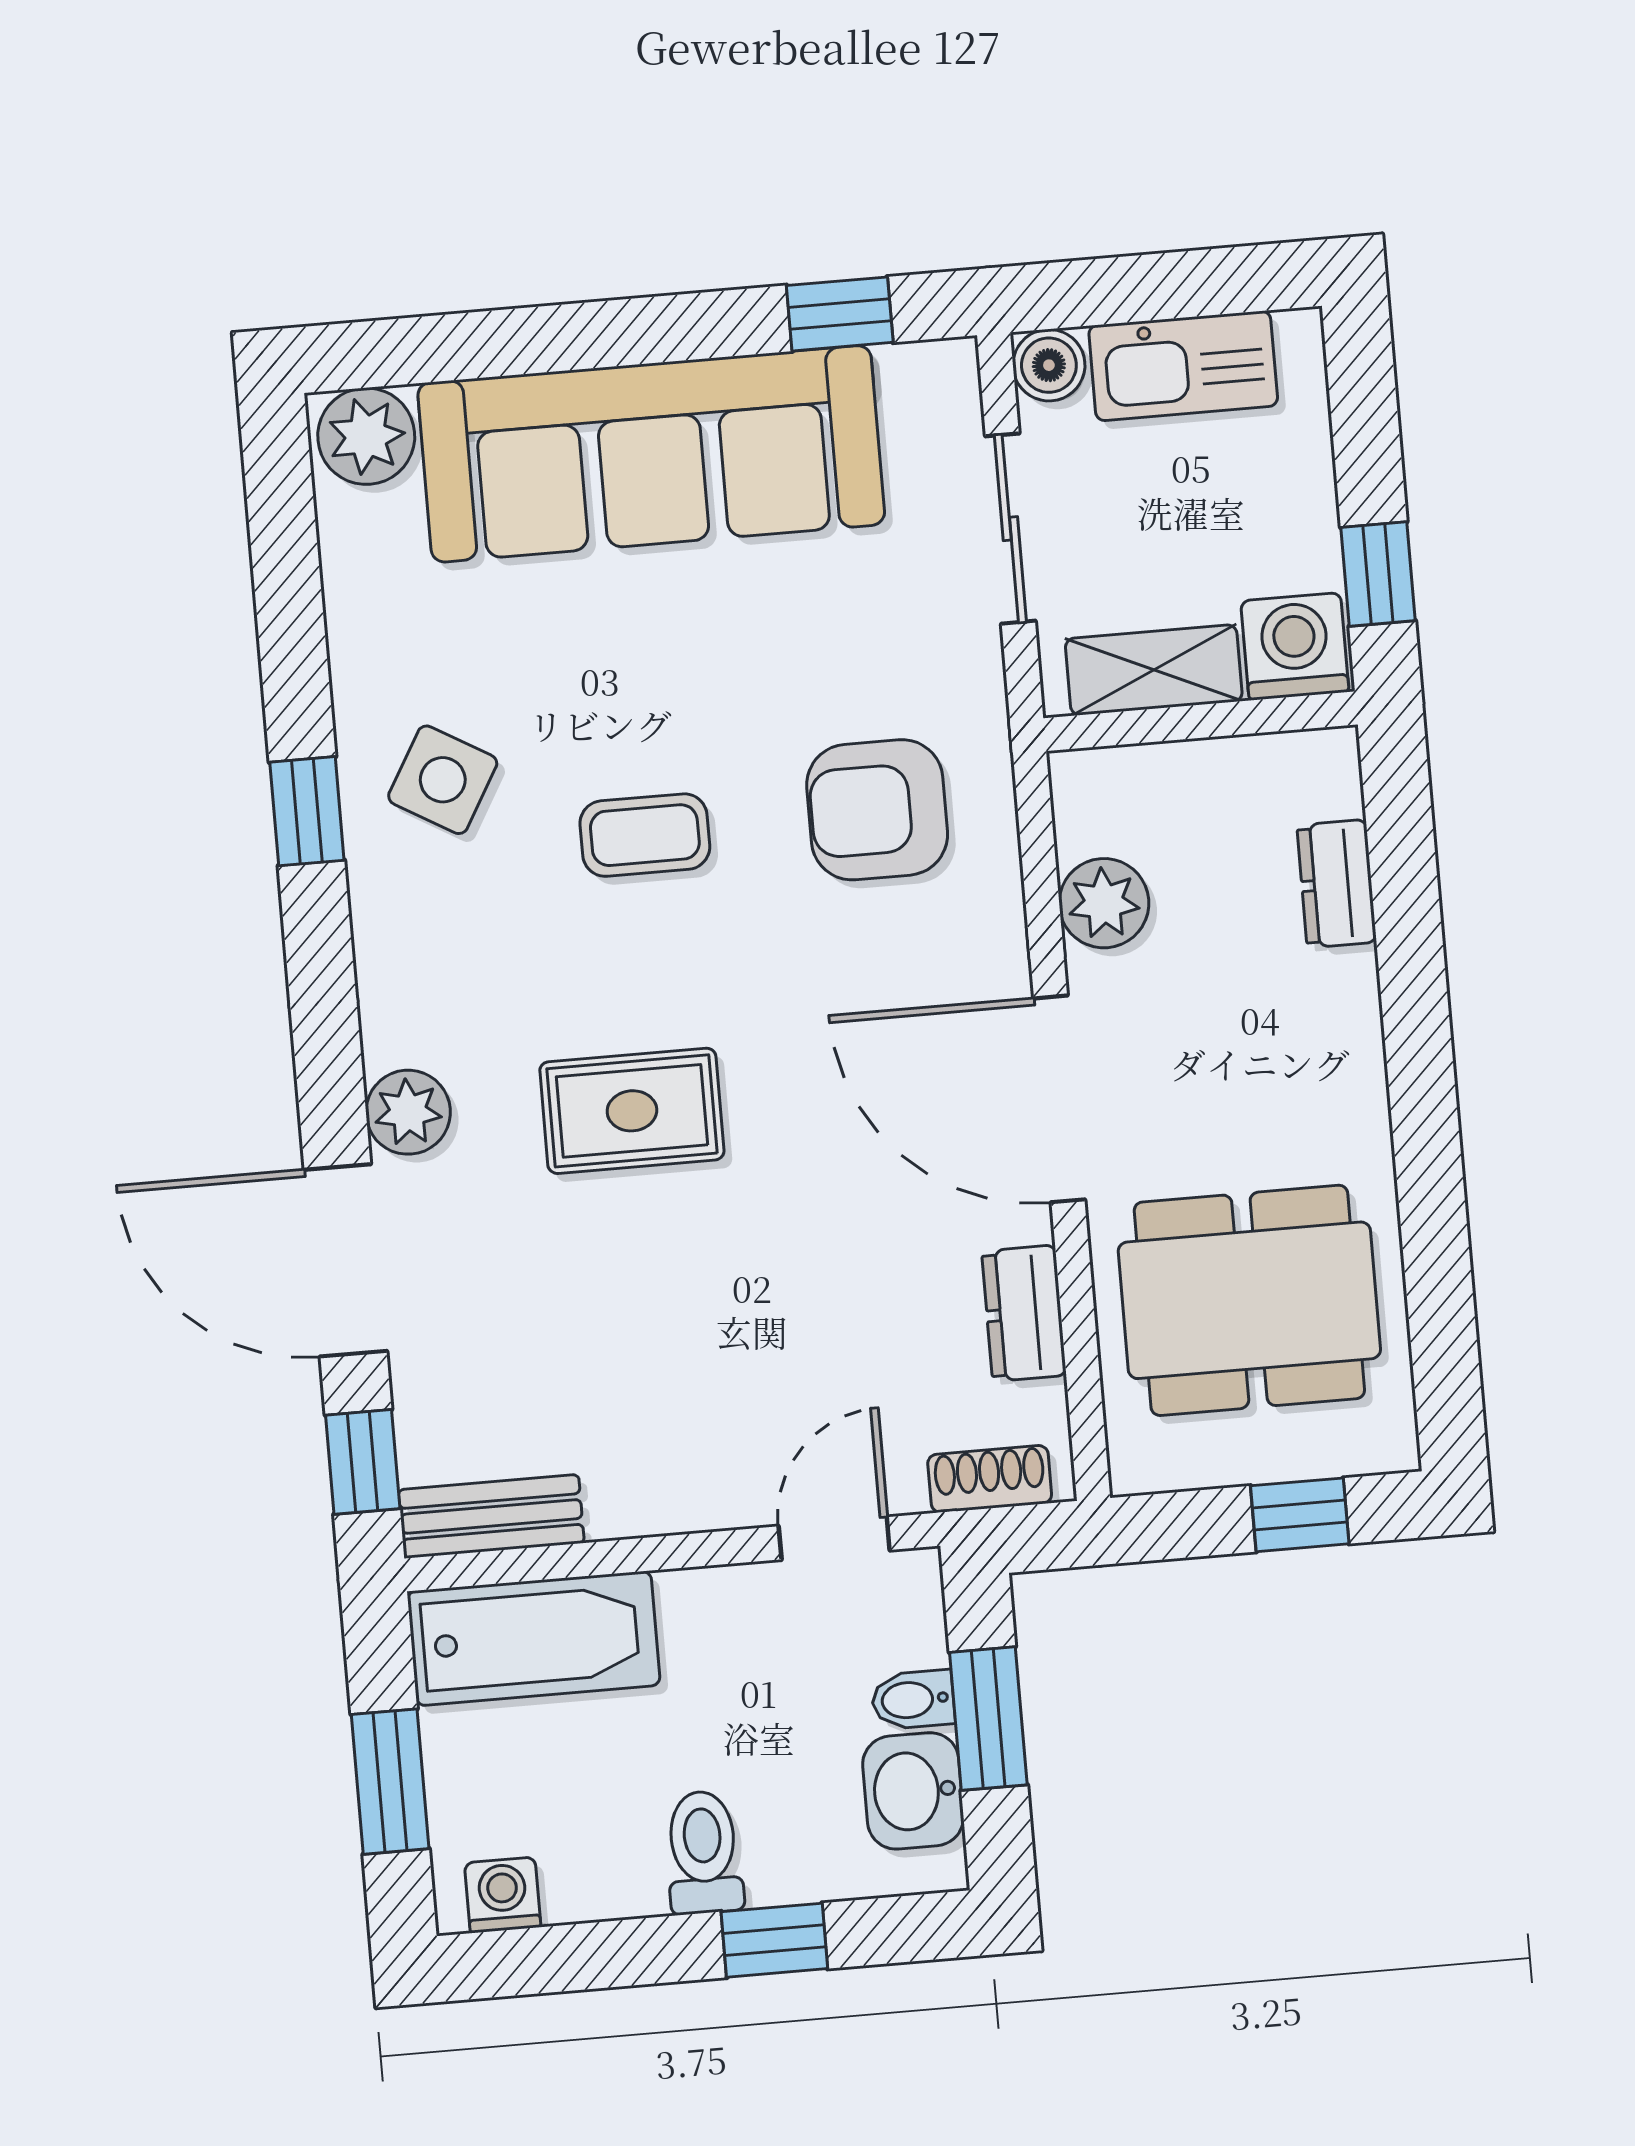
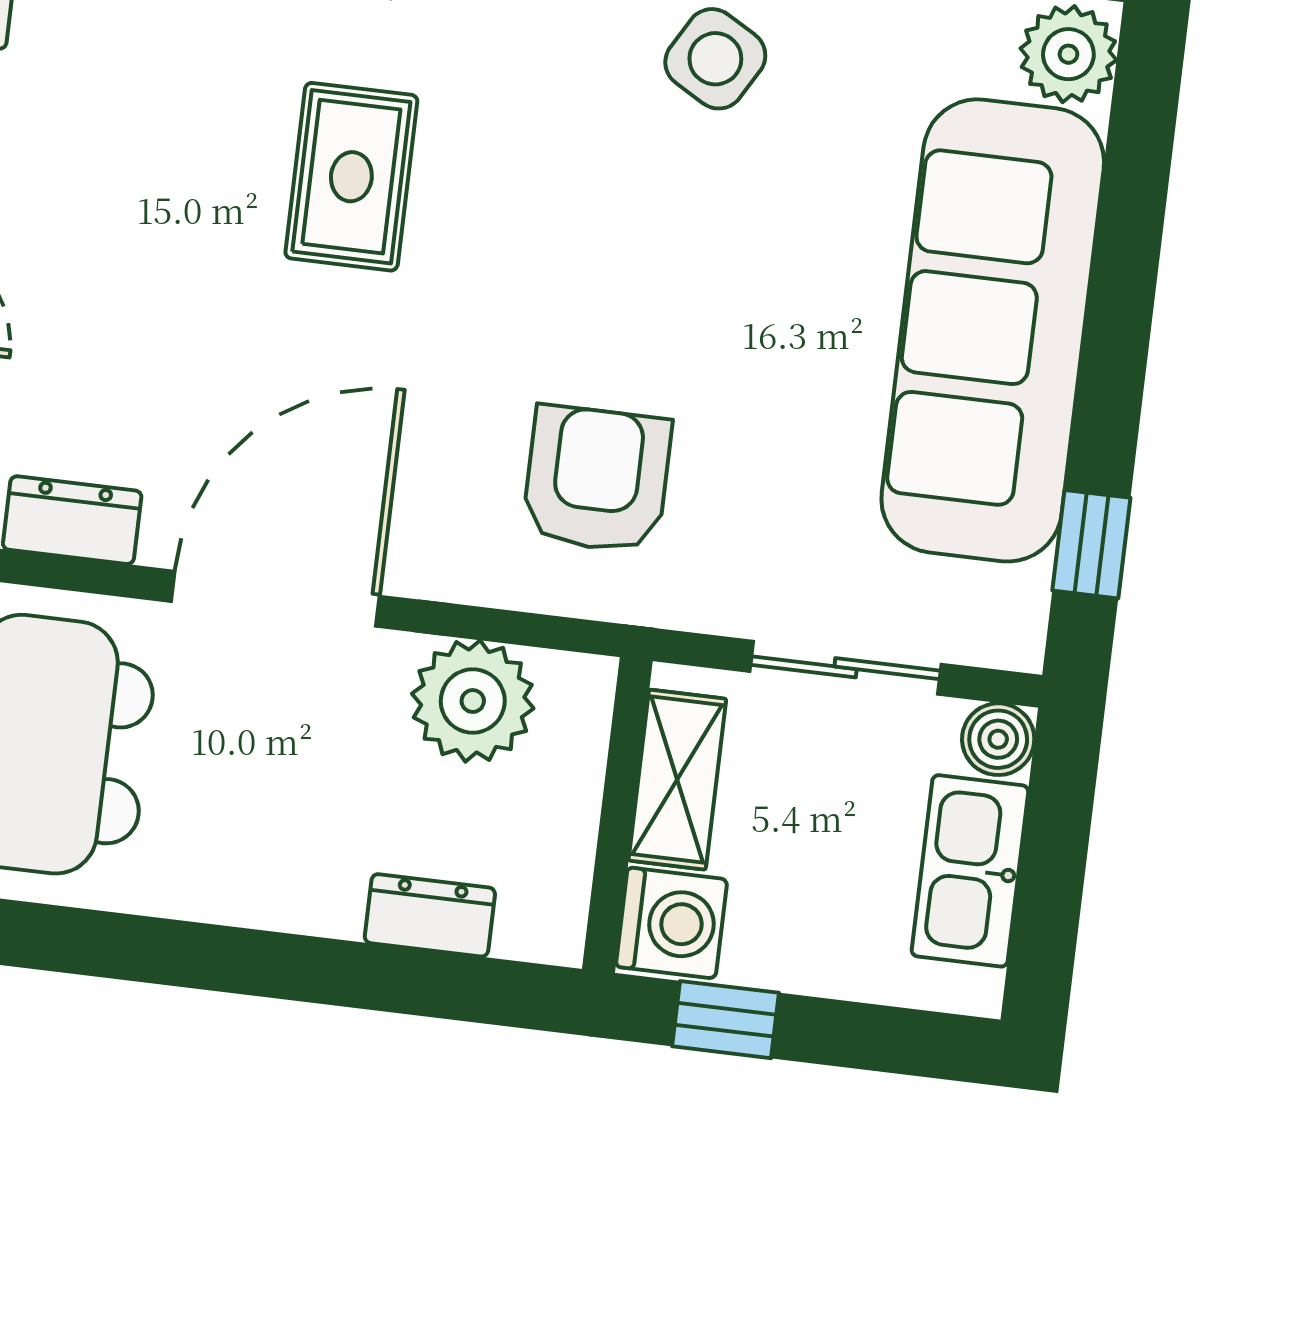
coffee table: (645, 835) -> (620, 246), removed
plant: (1104, 903) -> (473, 701), width x1.36, depth x1.36

